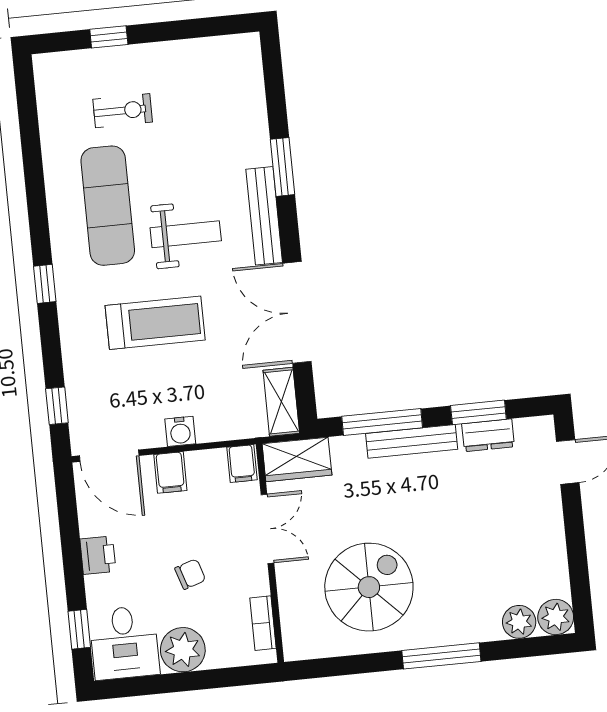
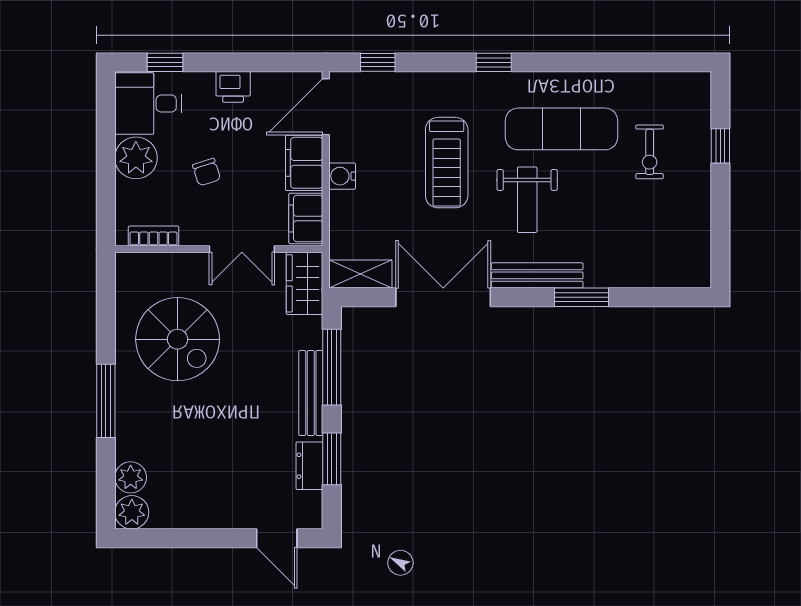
filing cabinet: (242, 464) -> (306, 218), width x2.00
filing cabinet: (170, 472) -> (304, 163), width x2.00

